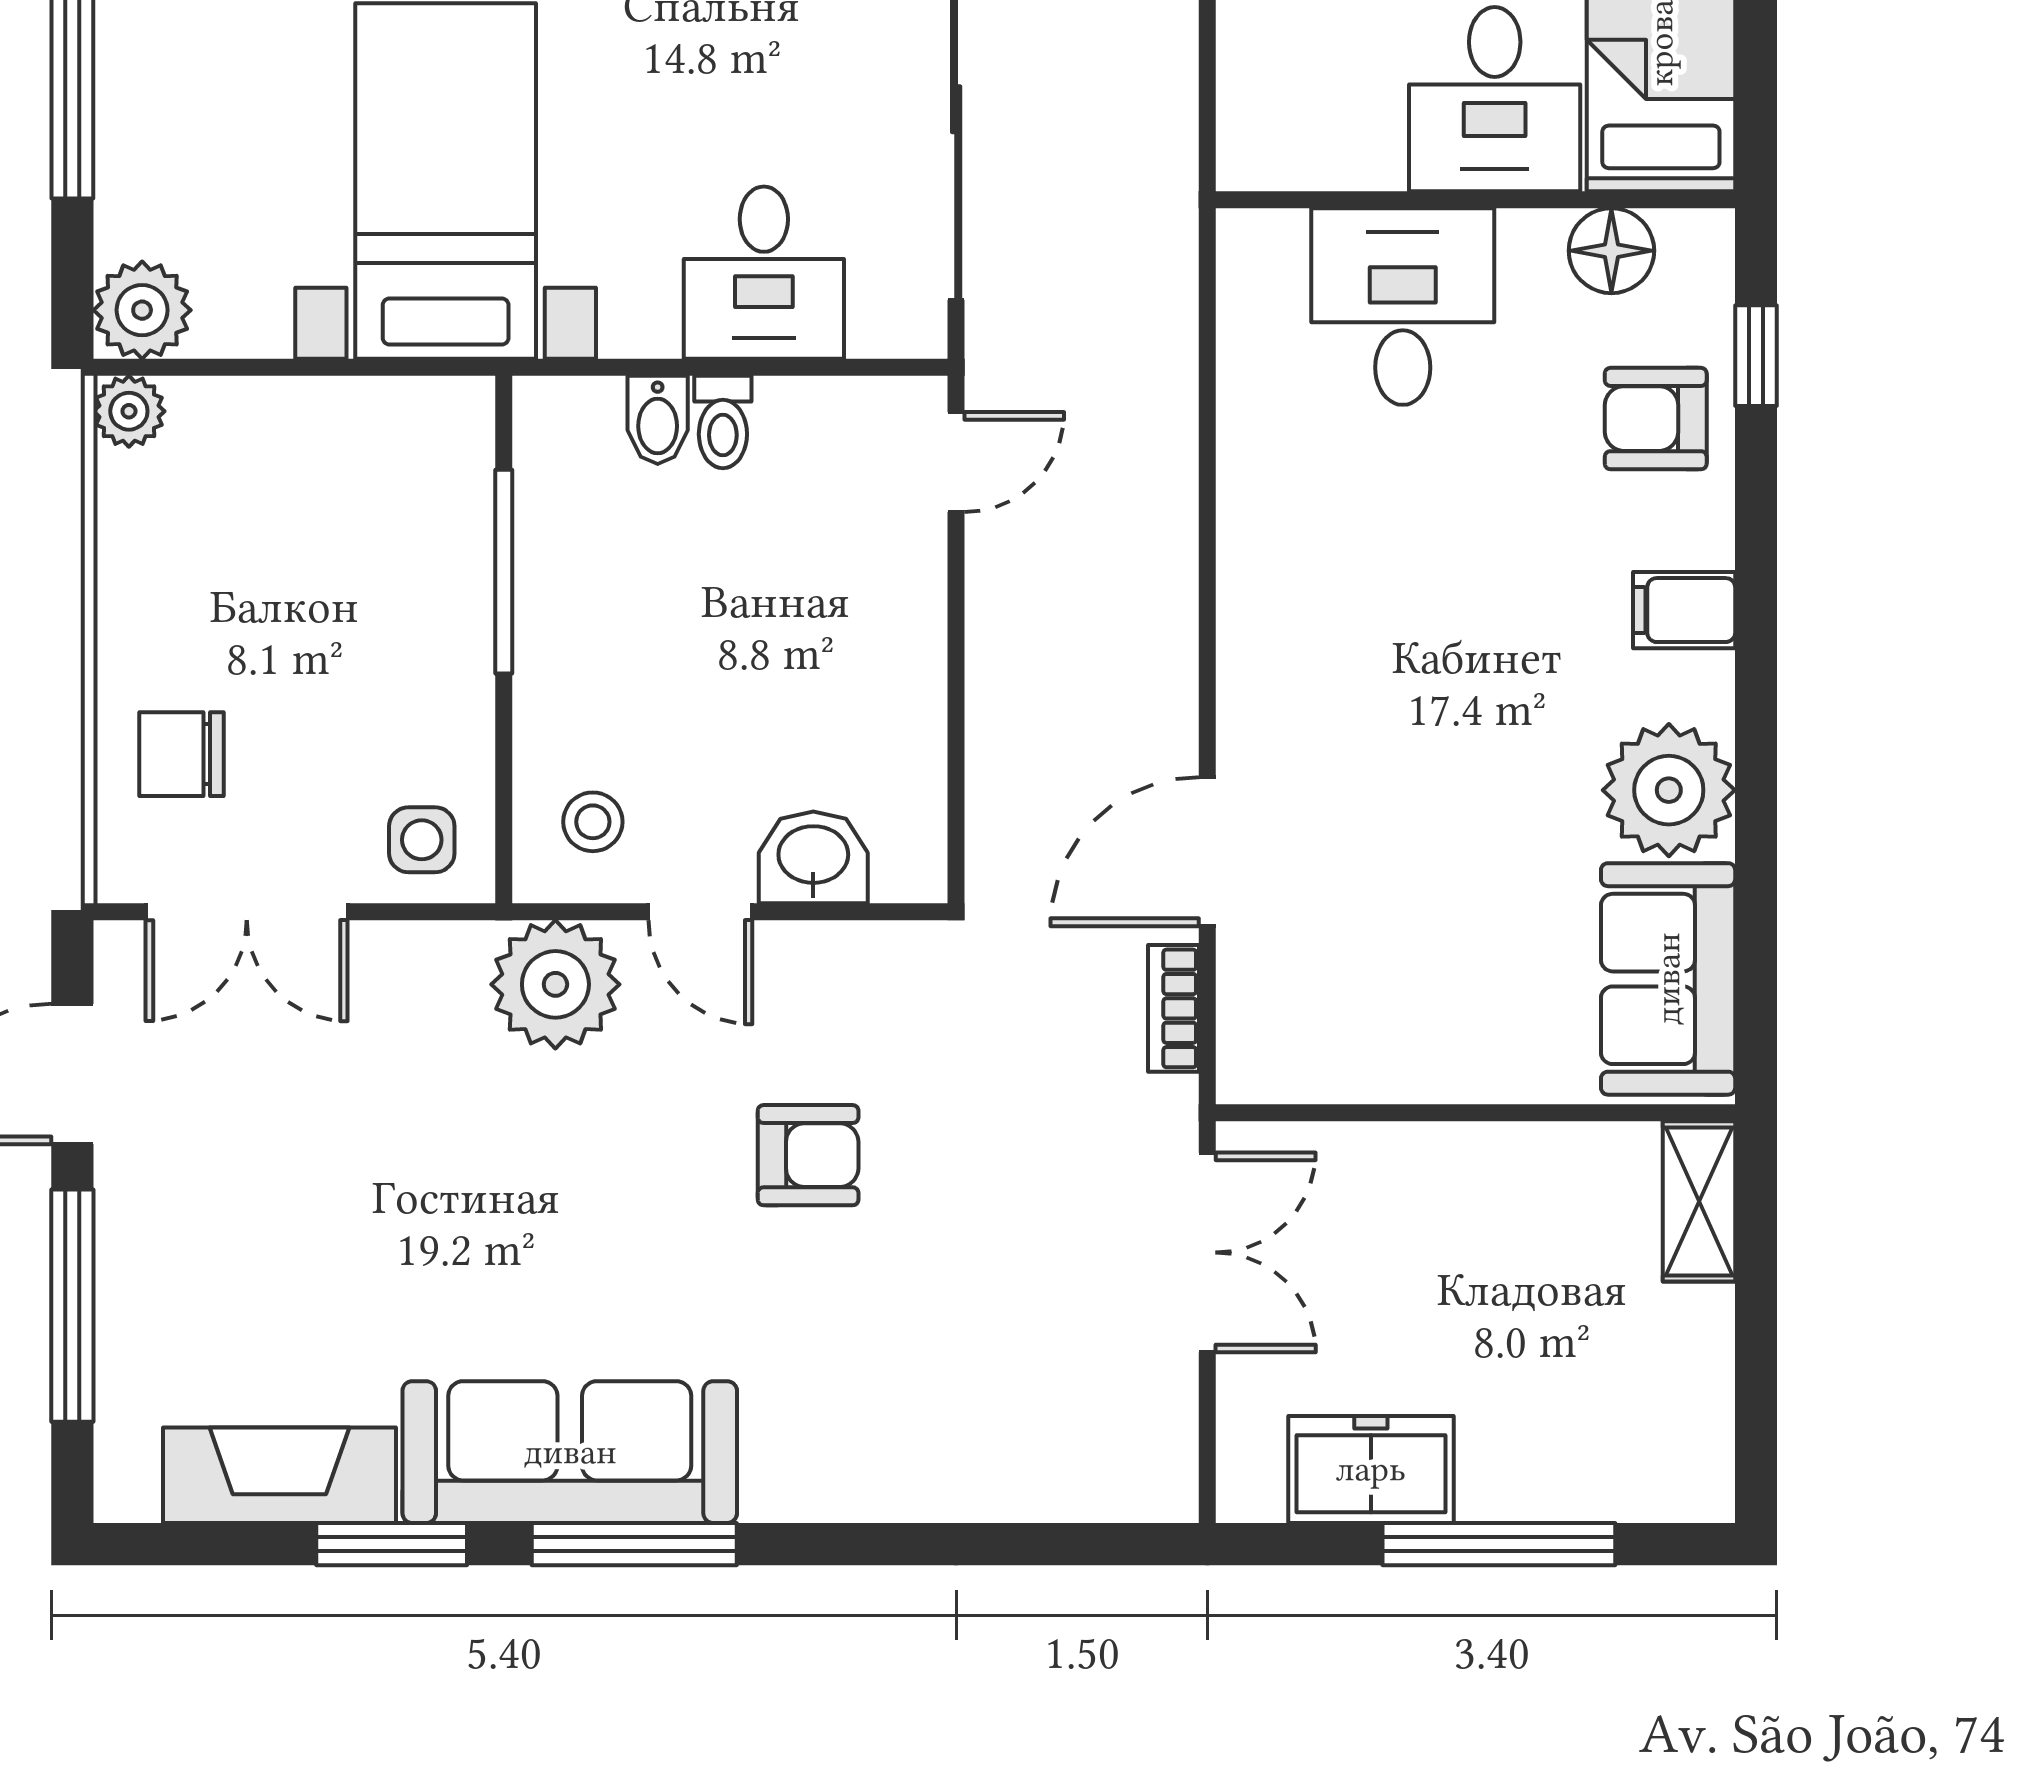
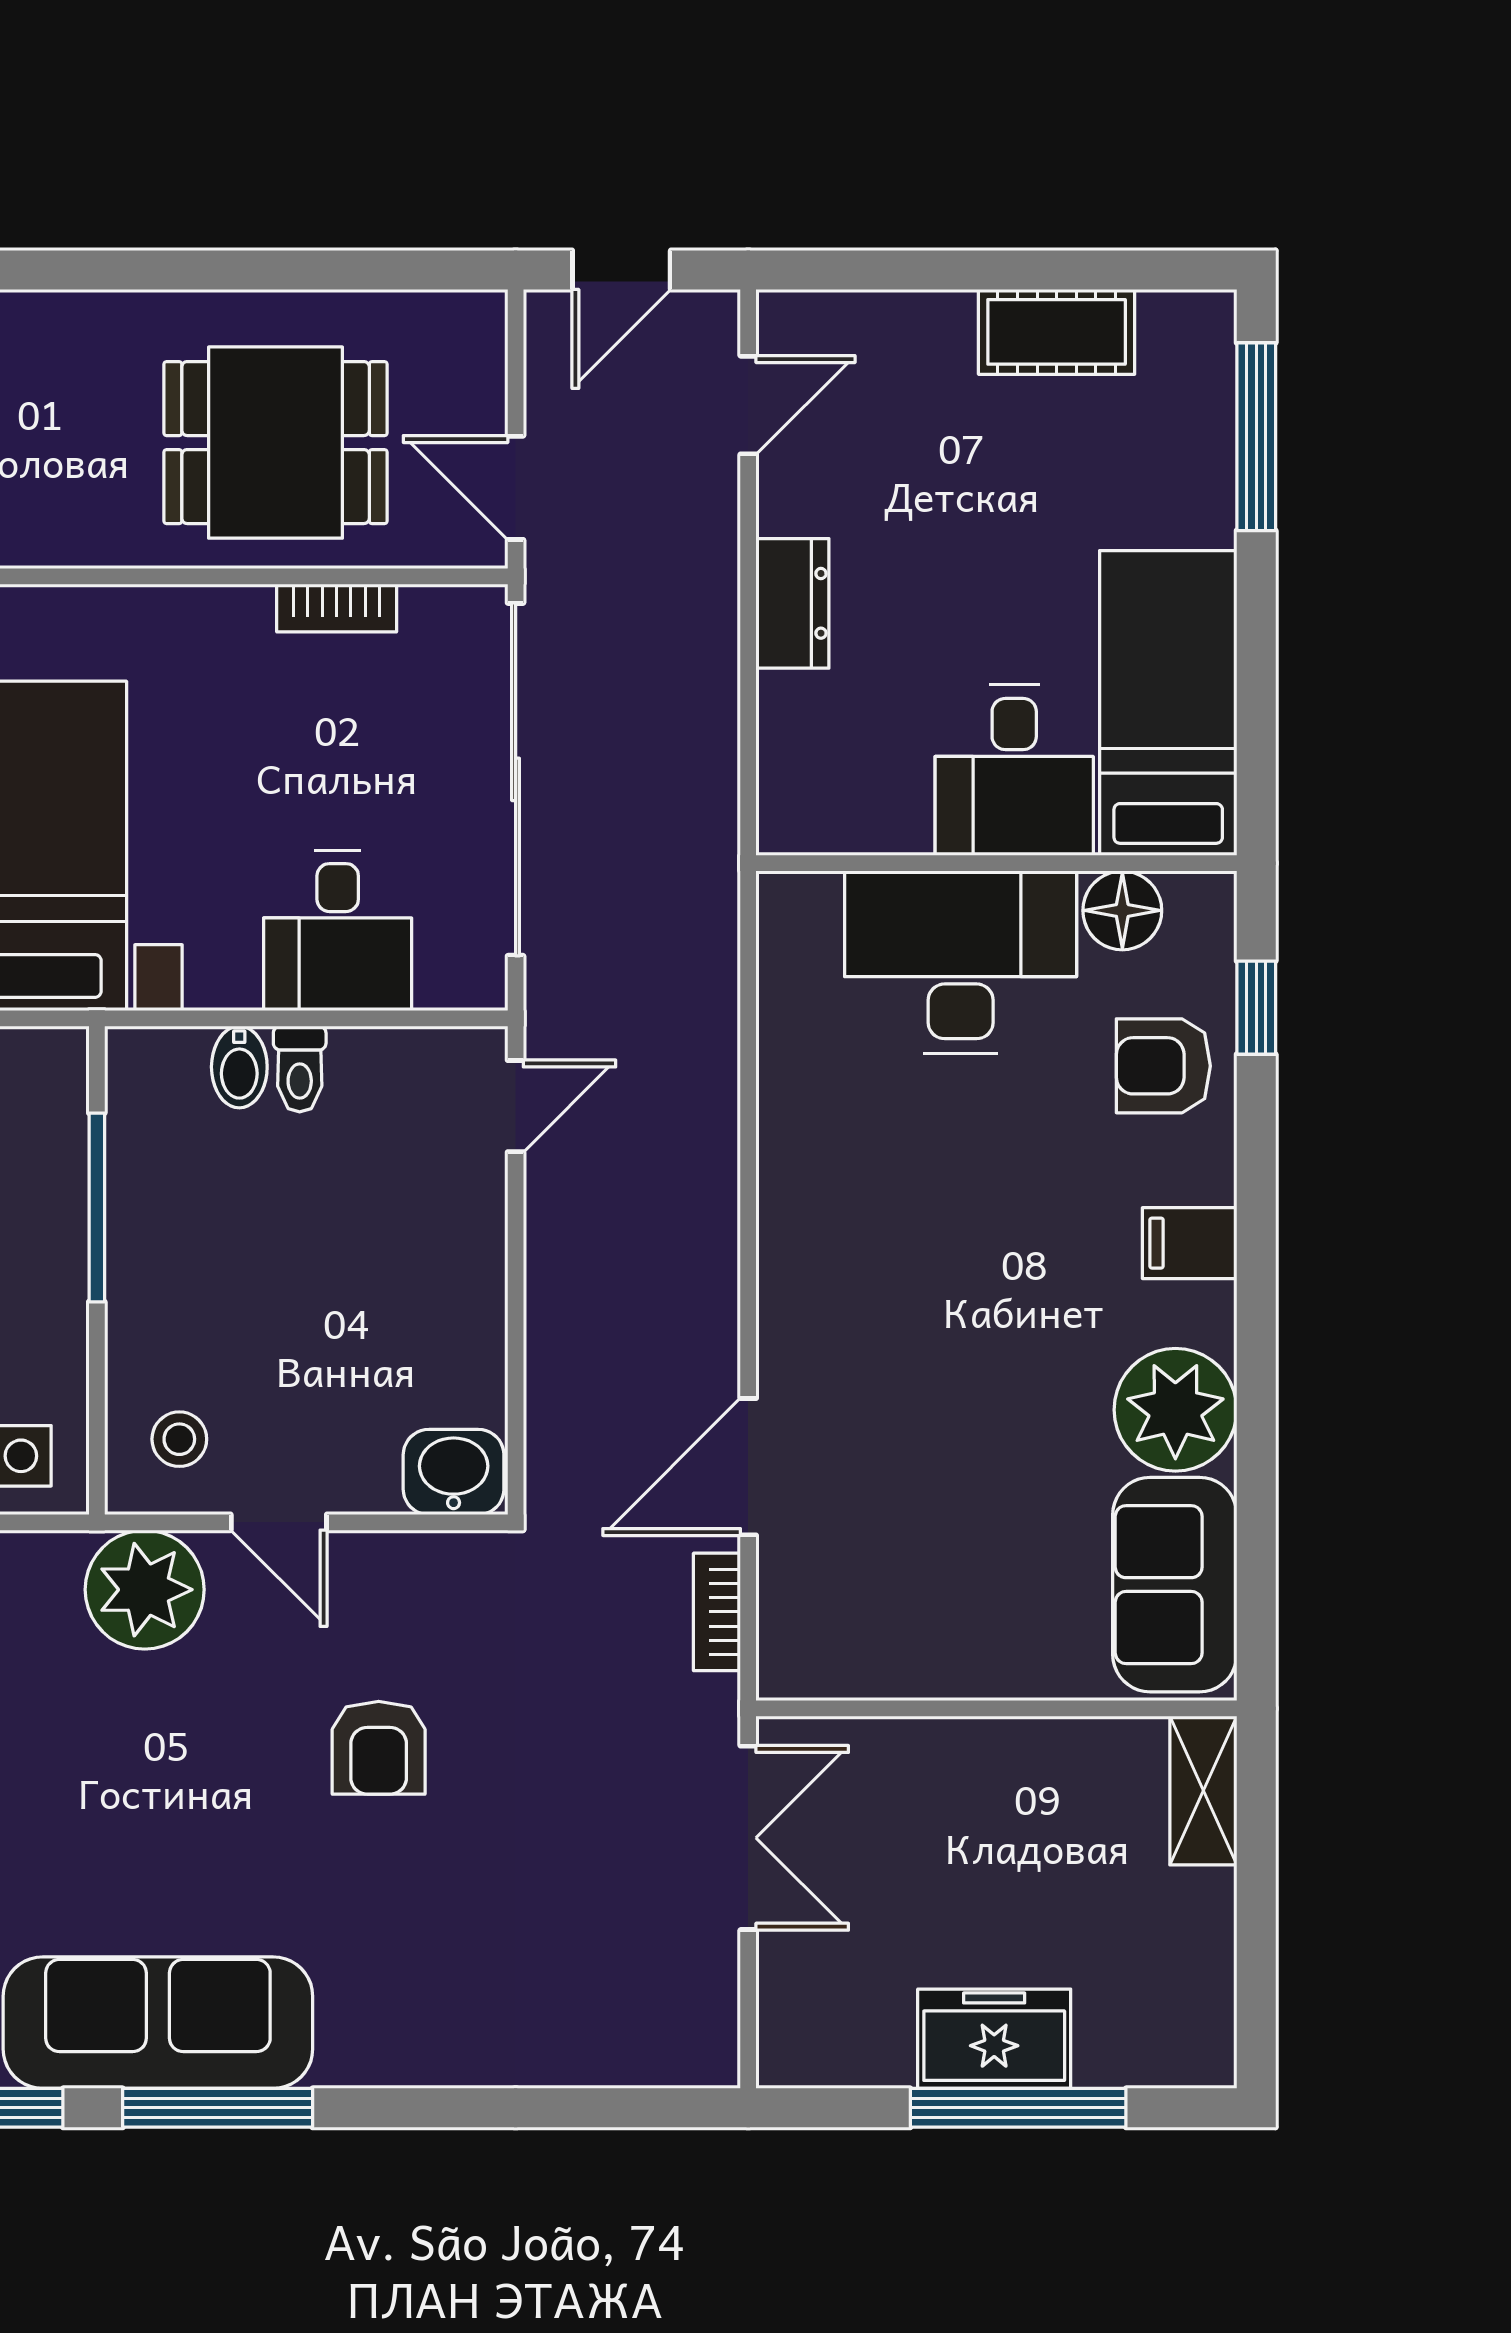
desk: (1403, 307) -> (961, 962), width x1.37
washbasin: (813, 857) -> (454, 1472), moved
armchair: (808, 1155) -> (379, 1748), turned 90
freezer: (1371, 1469) -> (994, 2039), moved

